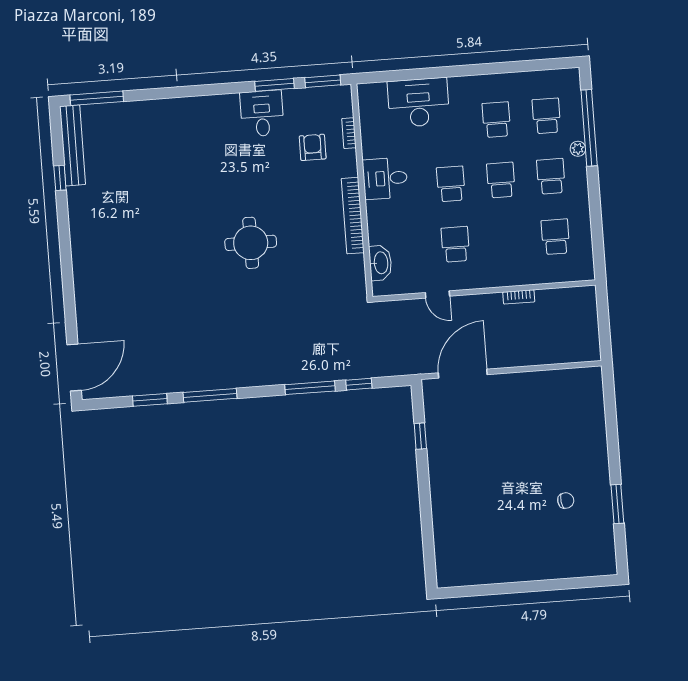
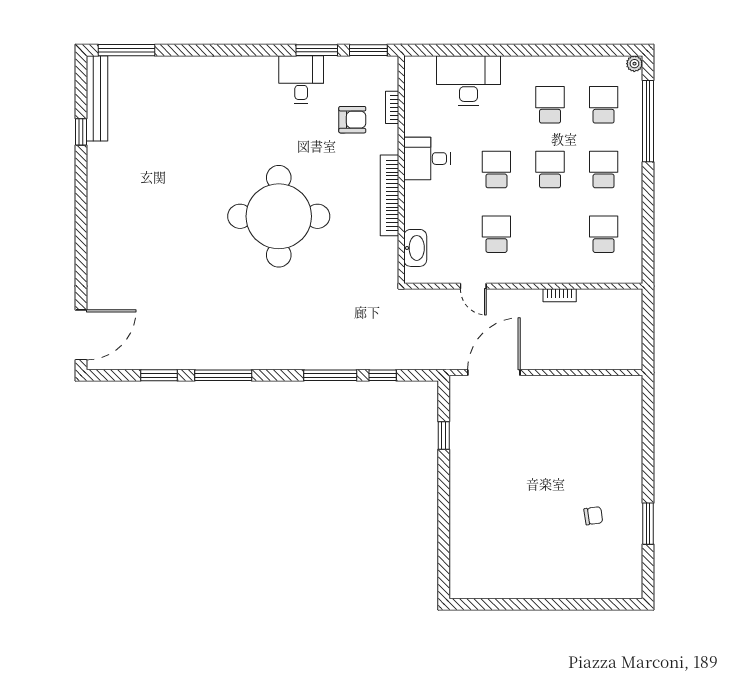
armchair: (313, 147) -> (352, 120), turned 90
plant: (578, 149) -> (634, 64), moved
round table: (251, 243) -> (279, 216), width x1.86, depth x1.86

